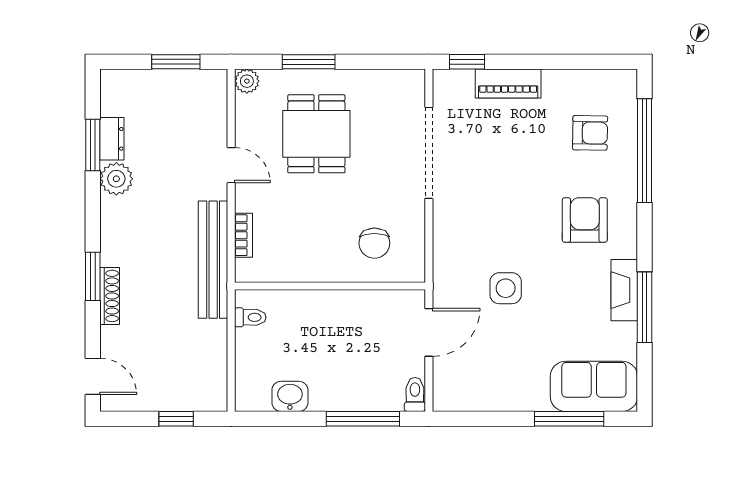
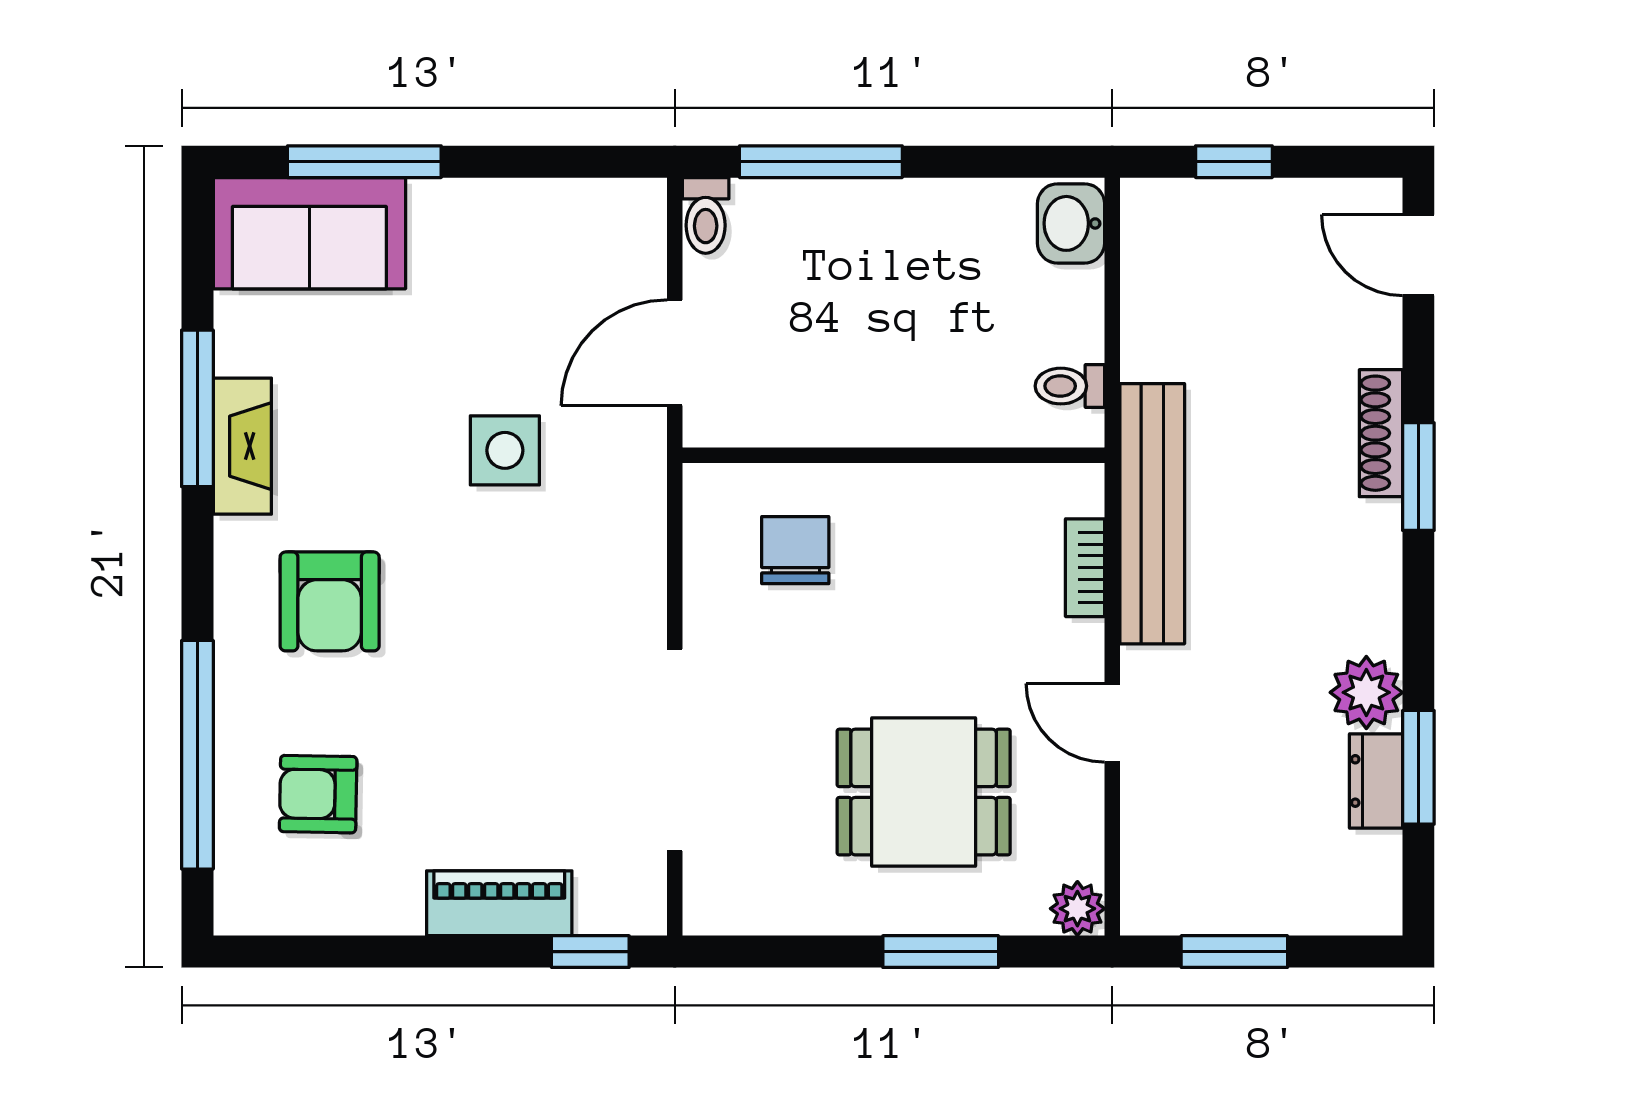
dining table: (316, 134) -> (924, 792), turned 90
washbasin: (290, 396) -> (1071, 223), moved, turned 90

